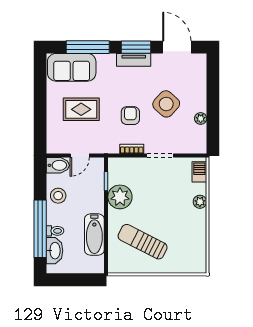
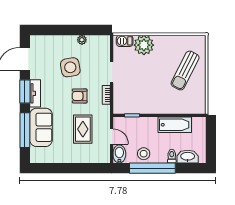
sofa: (72, 67) -> (41, 127), moved
side table: (166, 104) -> (70, 67), turned 38
rug: (81, 109) -> (83, 129), moved
plant: (120, 197) -> (145, 104), removed
plant: (200, 202) -> (144, 45), width x1.88, depth x1.88
window: (40, 229) -> (152, 168), moved
sun lounger: (143, 242) -> (185, 70), moved

